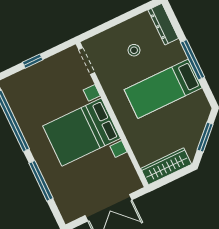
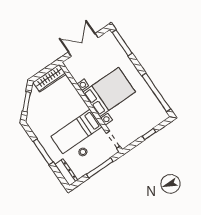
window: (113, 23) -> (100, 168), added
bed: (163, 89) -> (76, 132), moved, turned 180
window: (41, 181) -> (122, 43), moved

